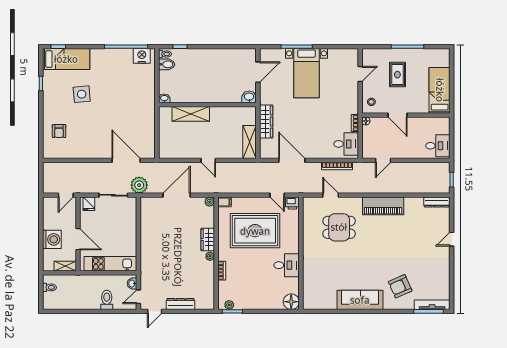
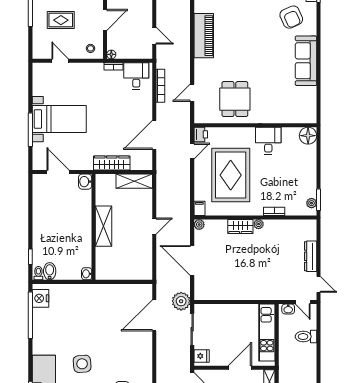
shelving: (191, 114) -> (104, 226), moved
dining table: (339, 227) -> (235, 99), moved

